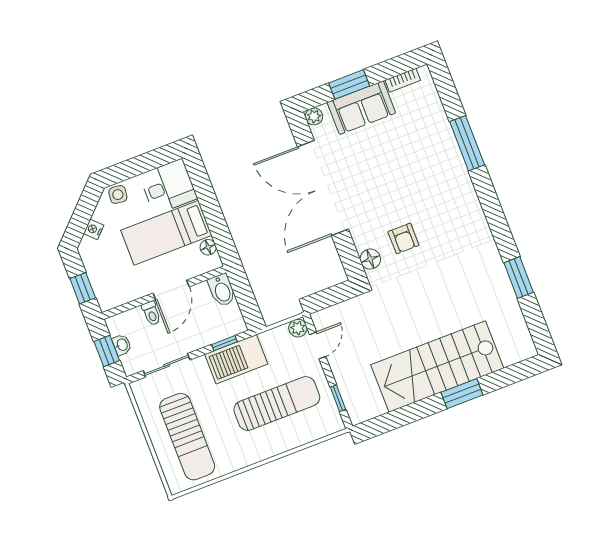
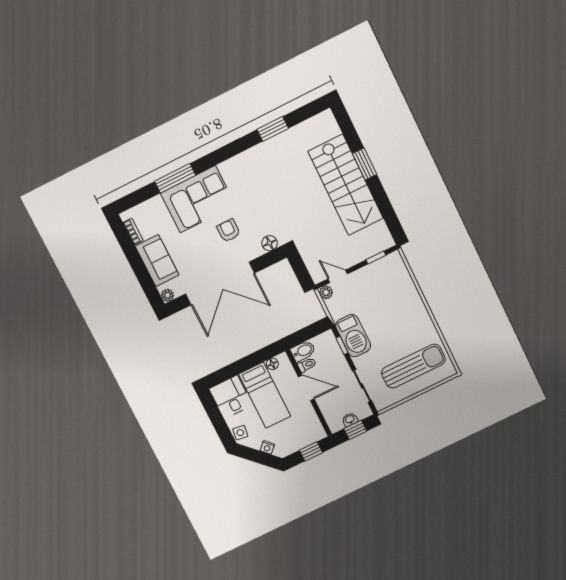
window: (349, 84) -> (141, 271), removed
corner sofa: (437, 170) -> (198, 199), added
armchair: (403, 239) -> (229, 231), moved, turned -90
toilet: (151, 313) -> (307, 365), moved
sun lounger: (277, 403) -> (383, 303), removed

